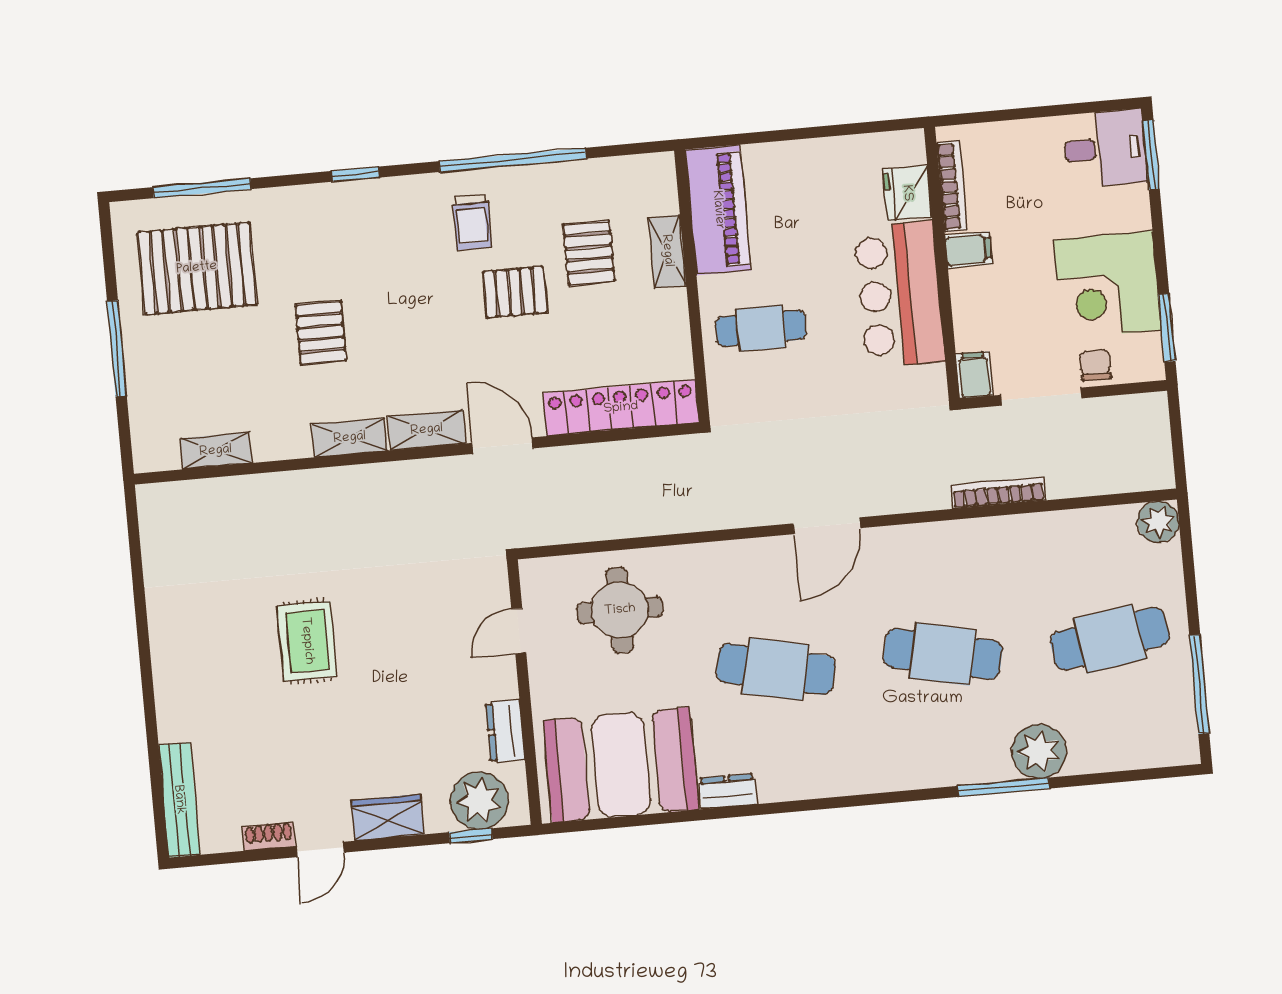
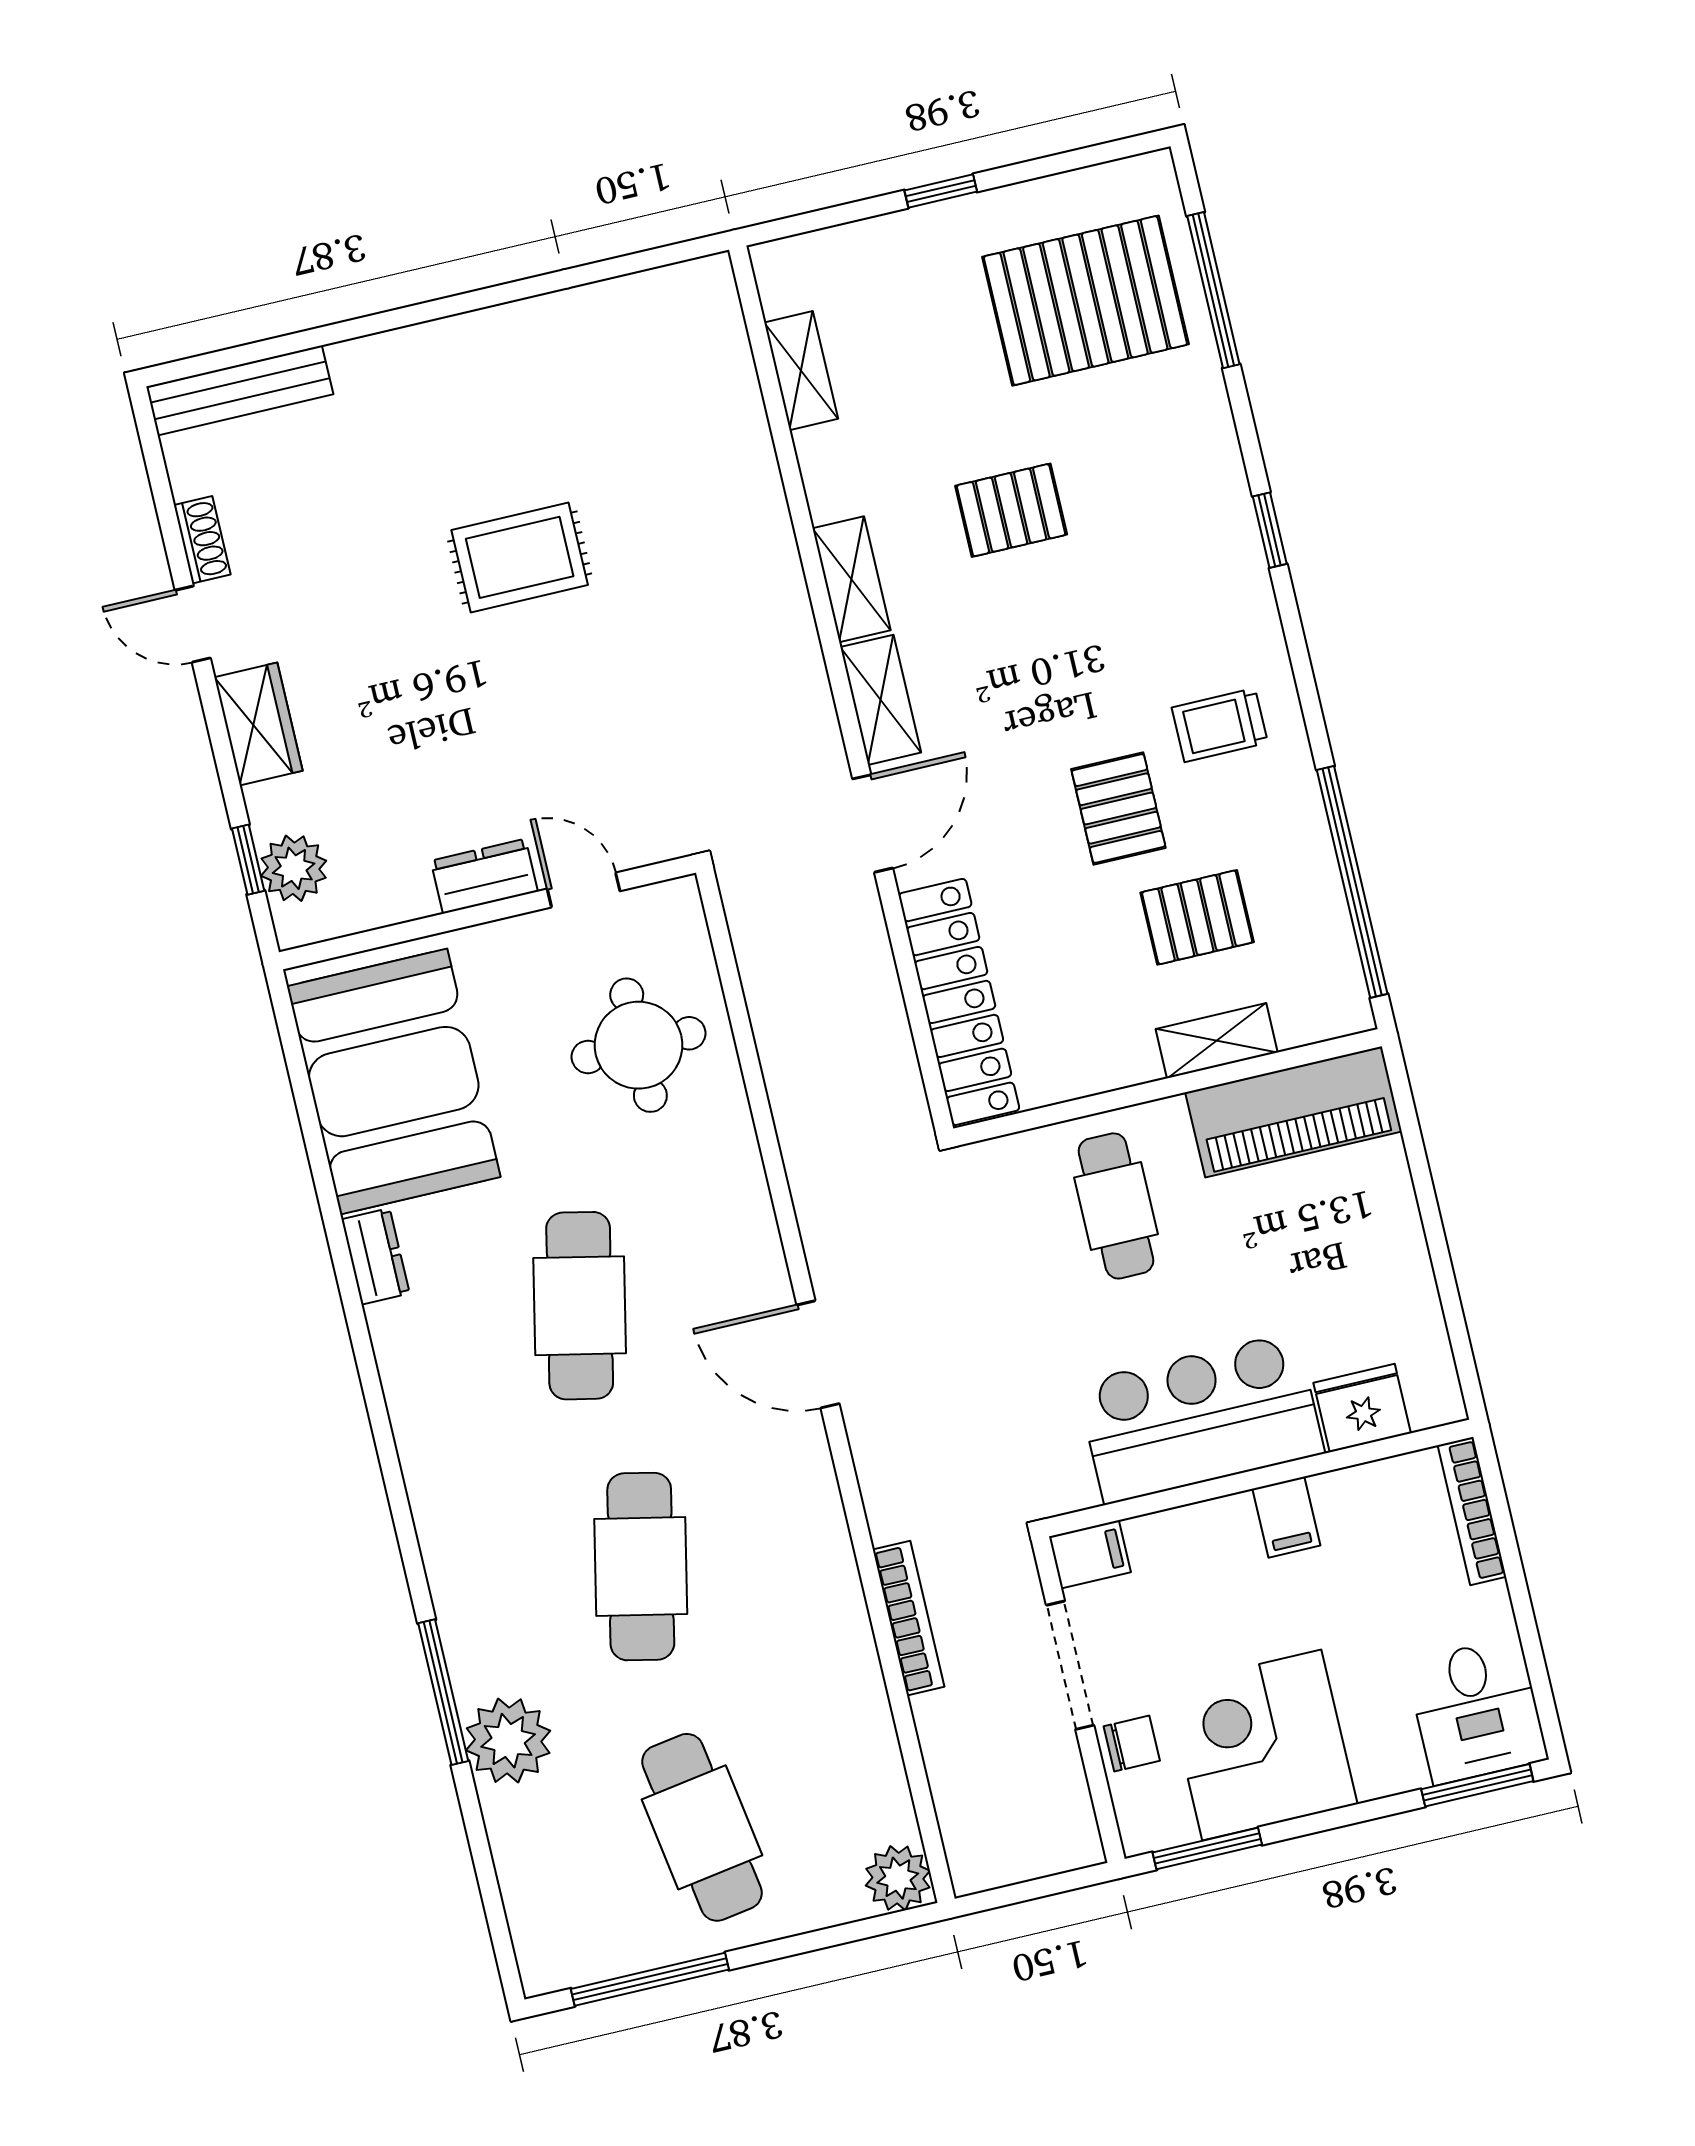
window: (512, 160) -> (1352, 882), moved
bookcase: (952, 186) -> (1472, 1511), moved, turned 90
pallet: (197, 268) -> (1085, 301), turned 90
window: (117, 348) -> (941, 191), width x0.46
dresser: (505, 731) -> (484, 876), moved
plant: (479, 801) -> (294, 868), width x0.73, depth x0.73

